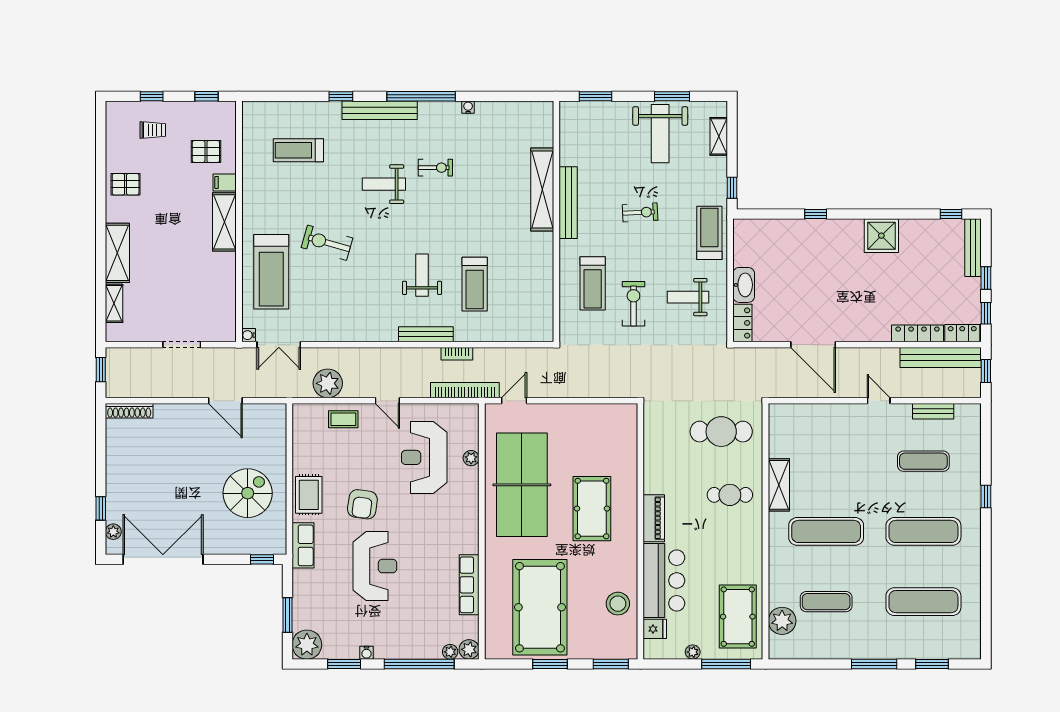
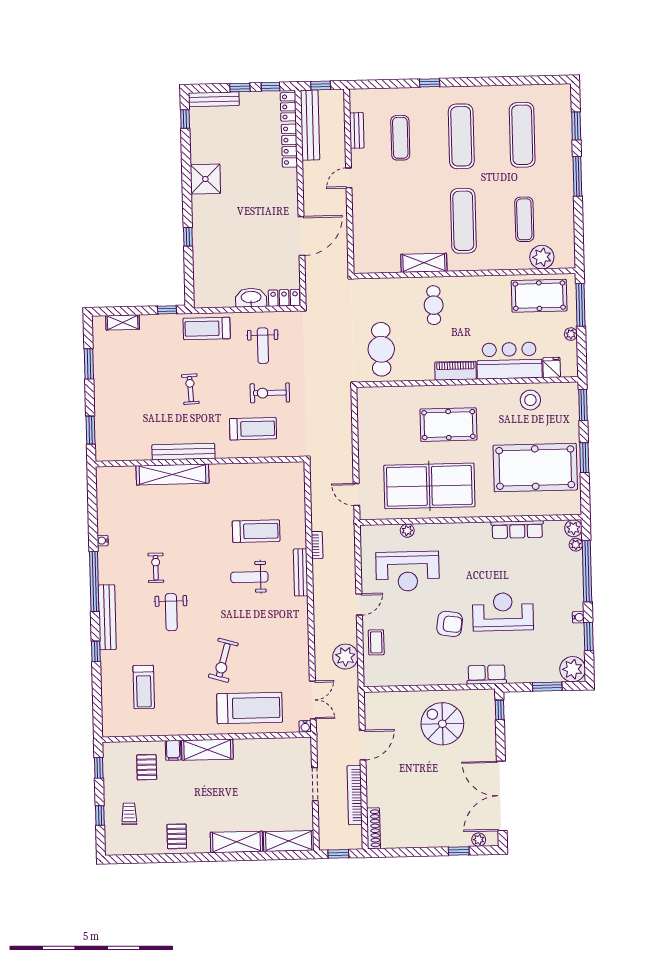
weight bench: (660, 134) -> (121, 373), removed
shelving: (114, 303) -> (289, 841), width x1.50, depth x1.33
bookcase: (465, 390) -> (355, 795), moved
cafe table: (721, 432) -> (381, 349), moved
rug: (309, 495) -> (443, 671), removed

